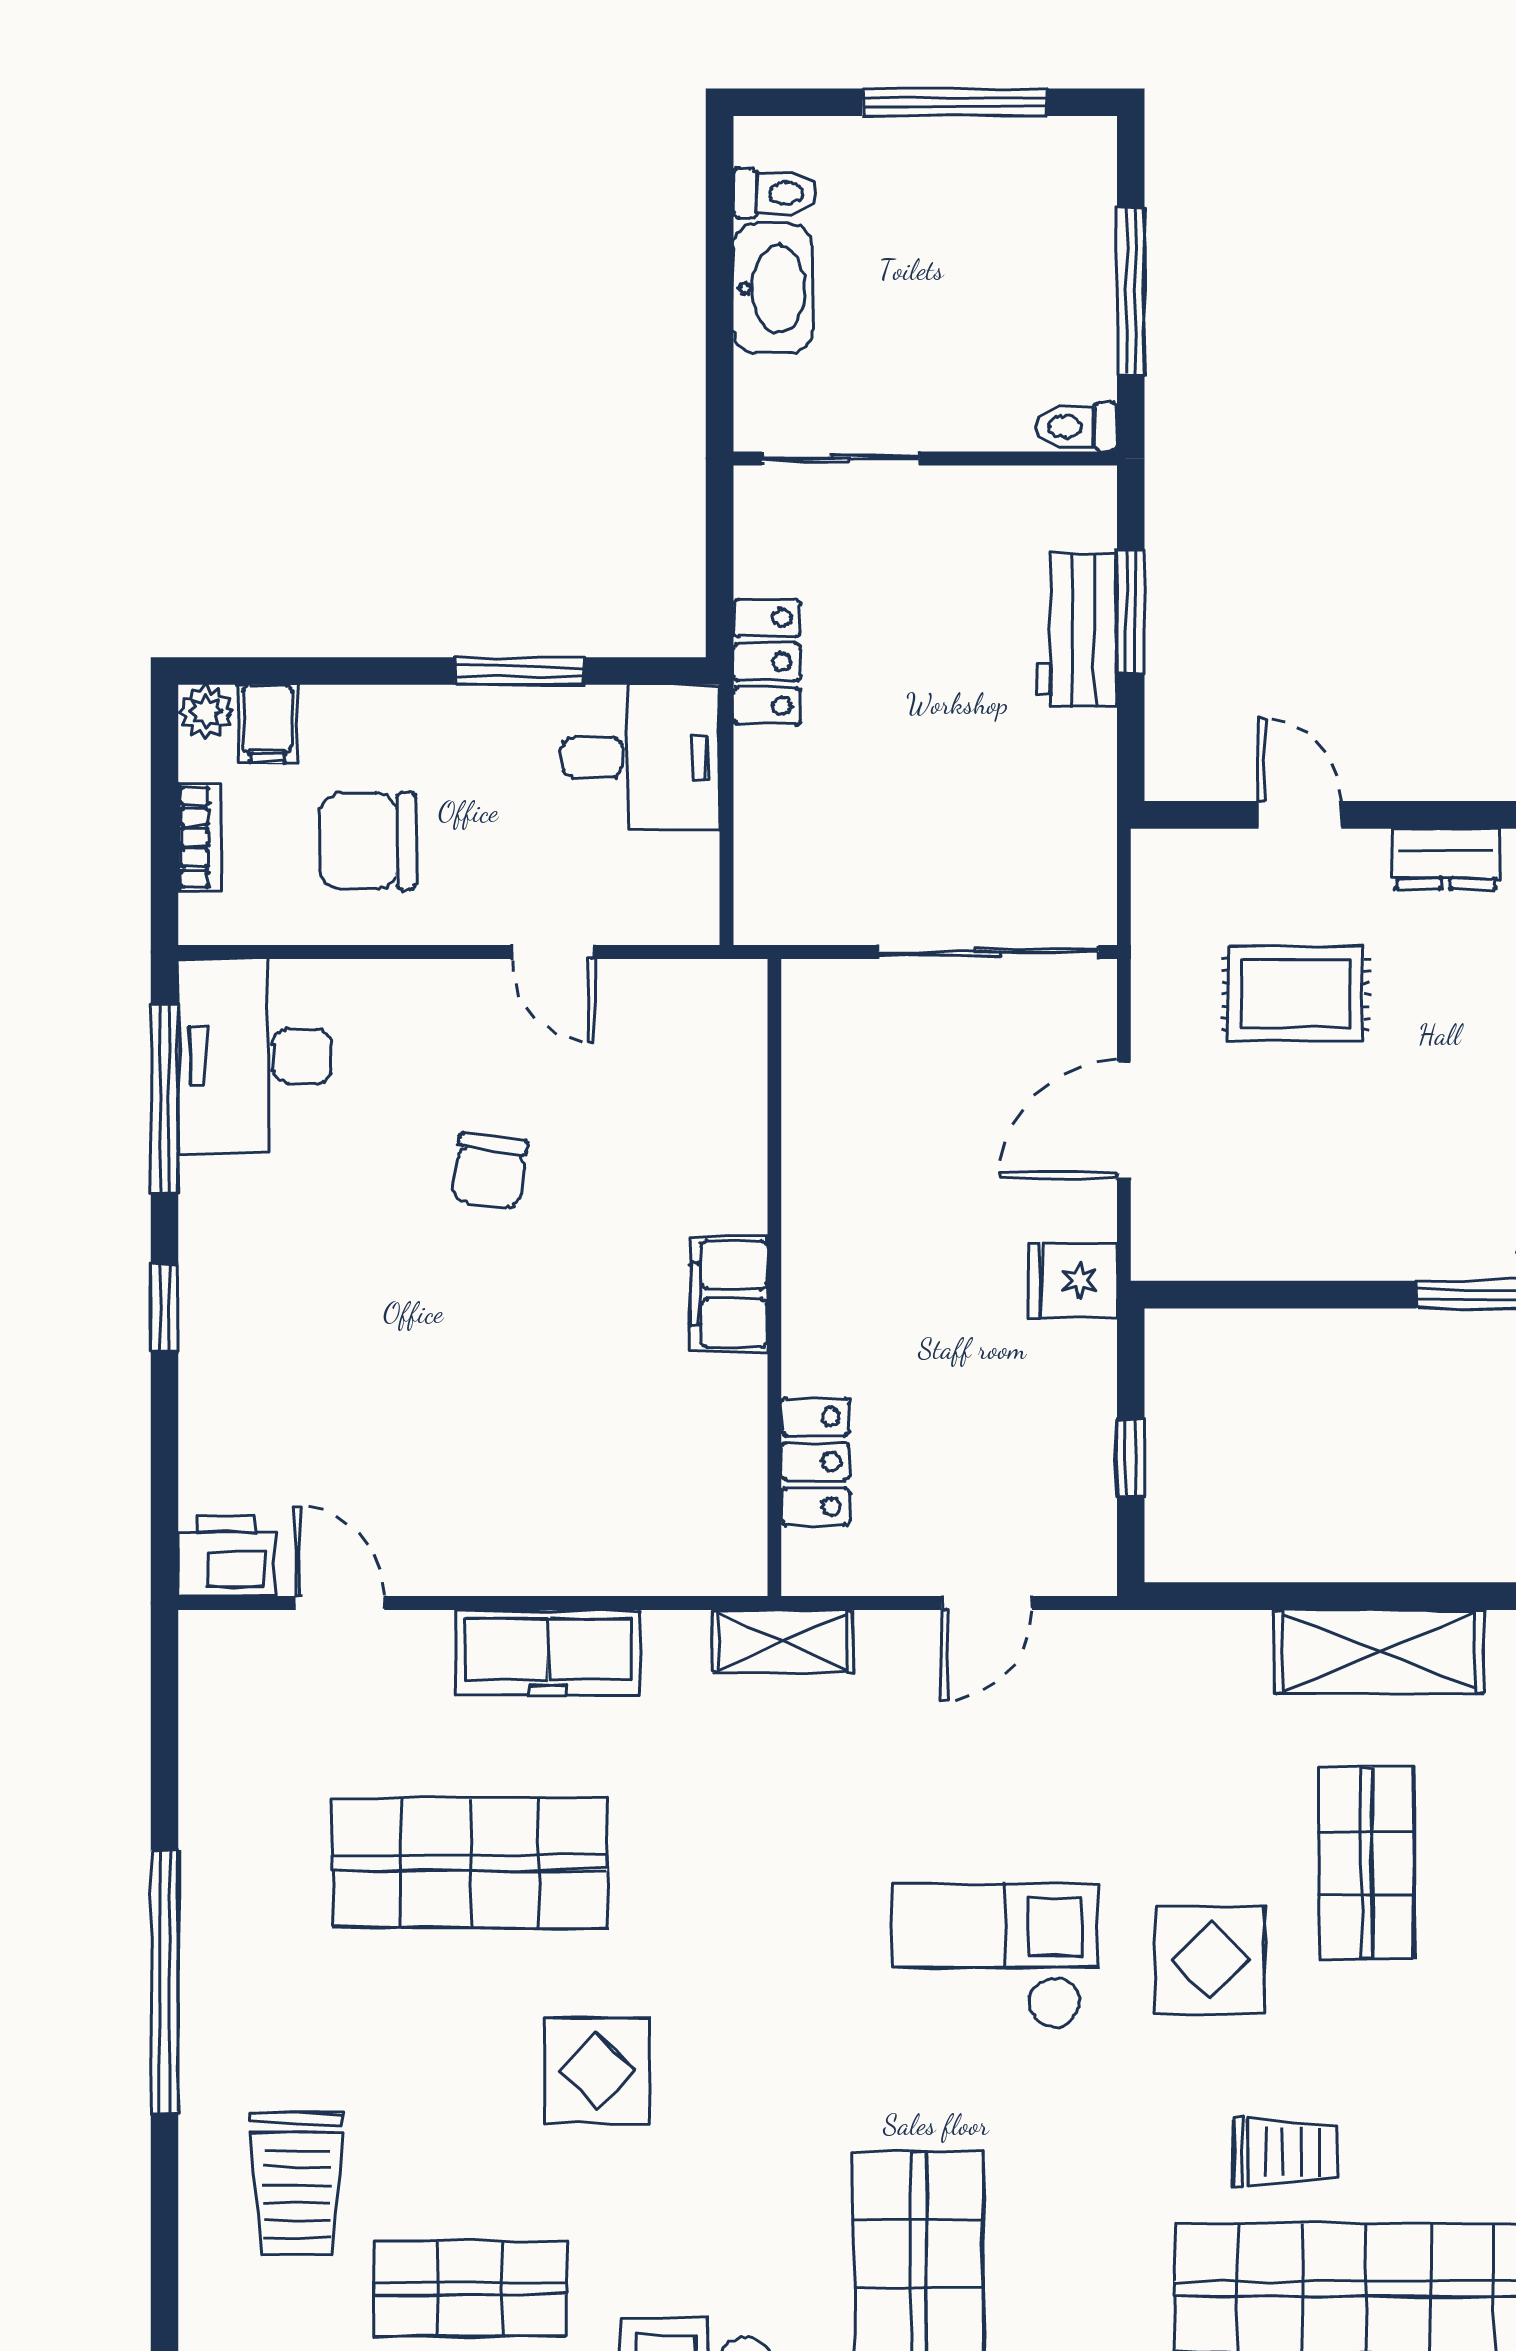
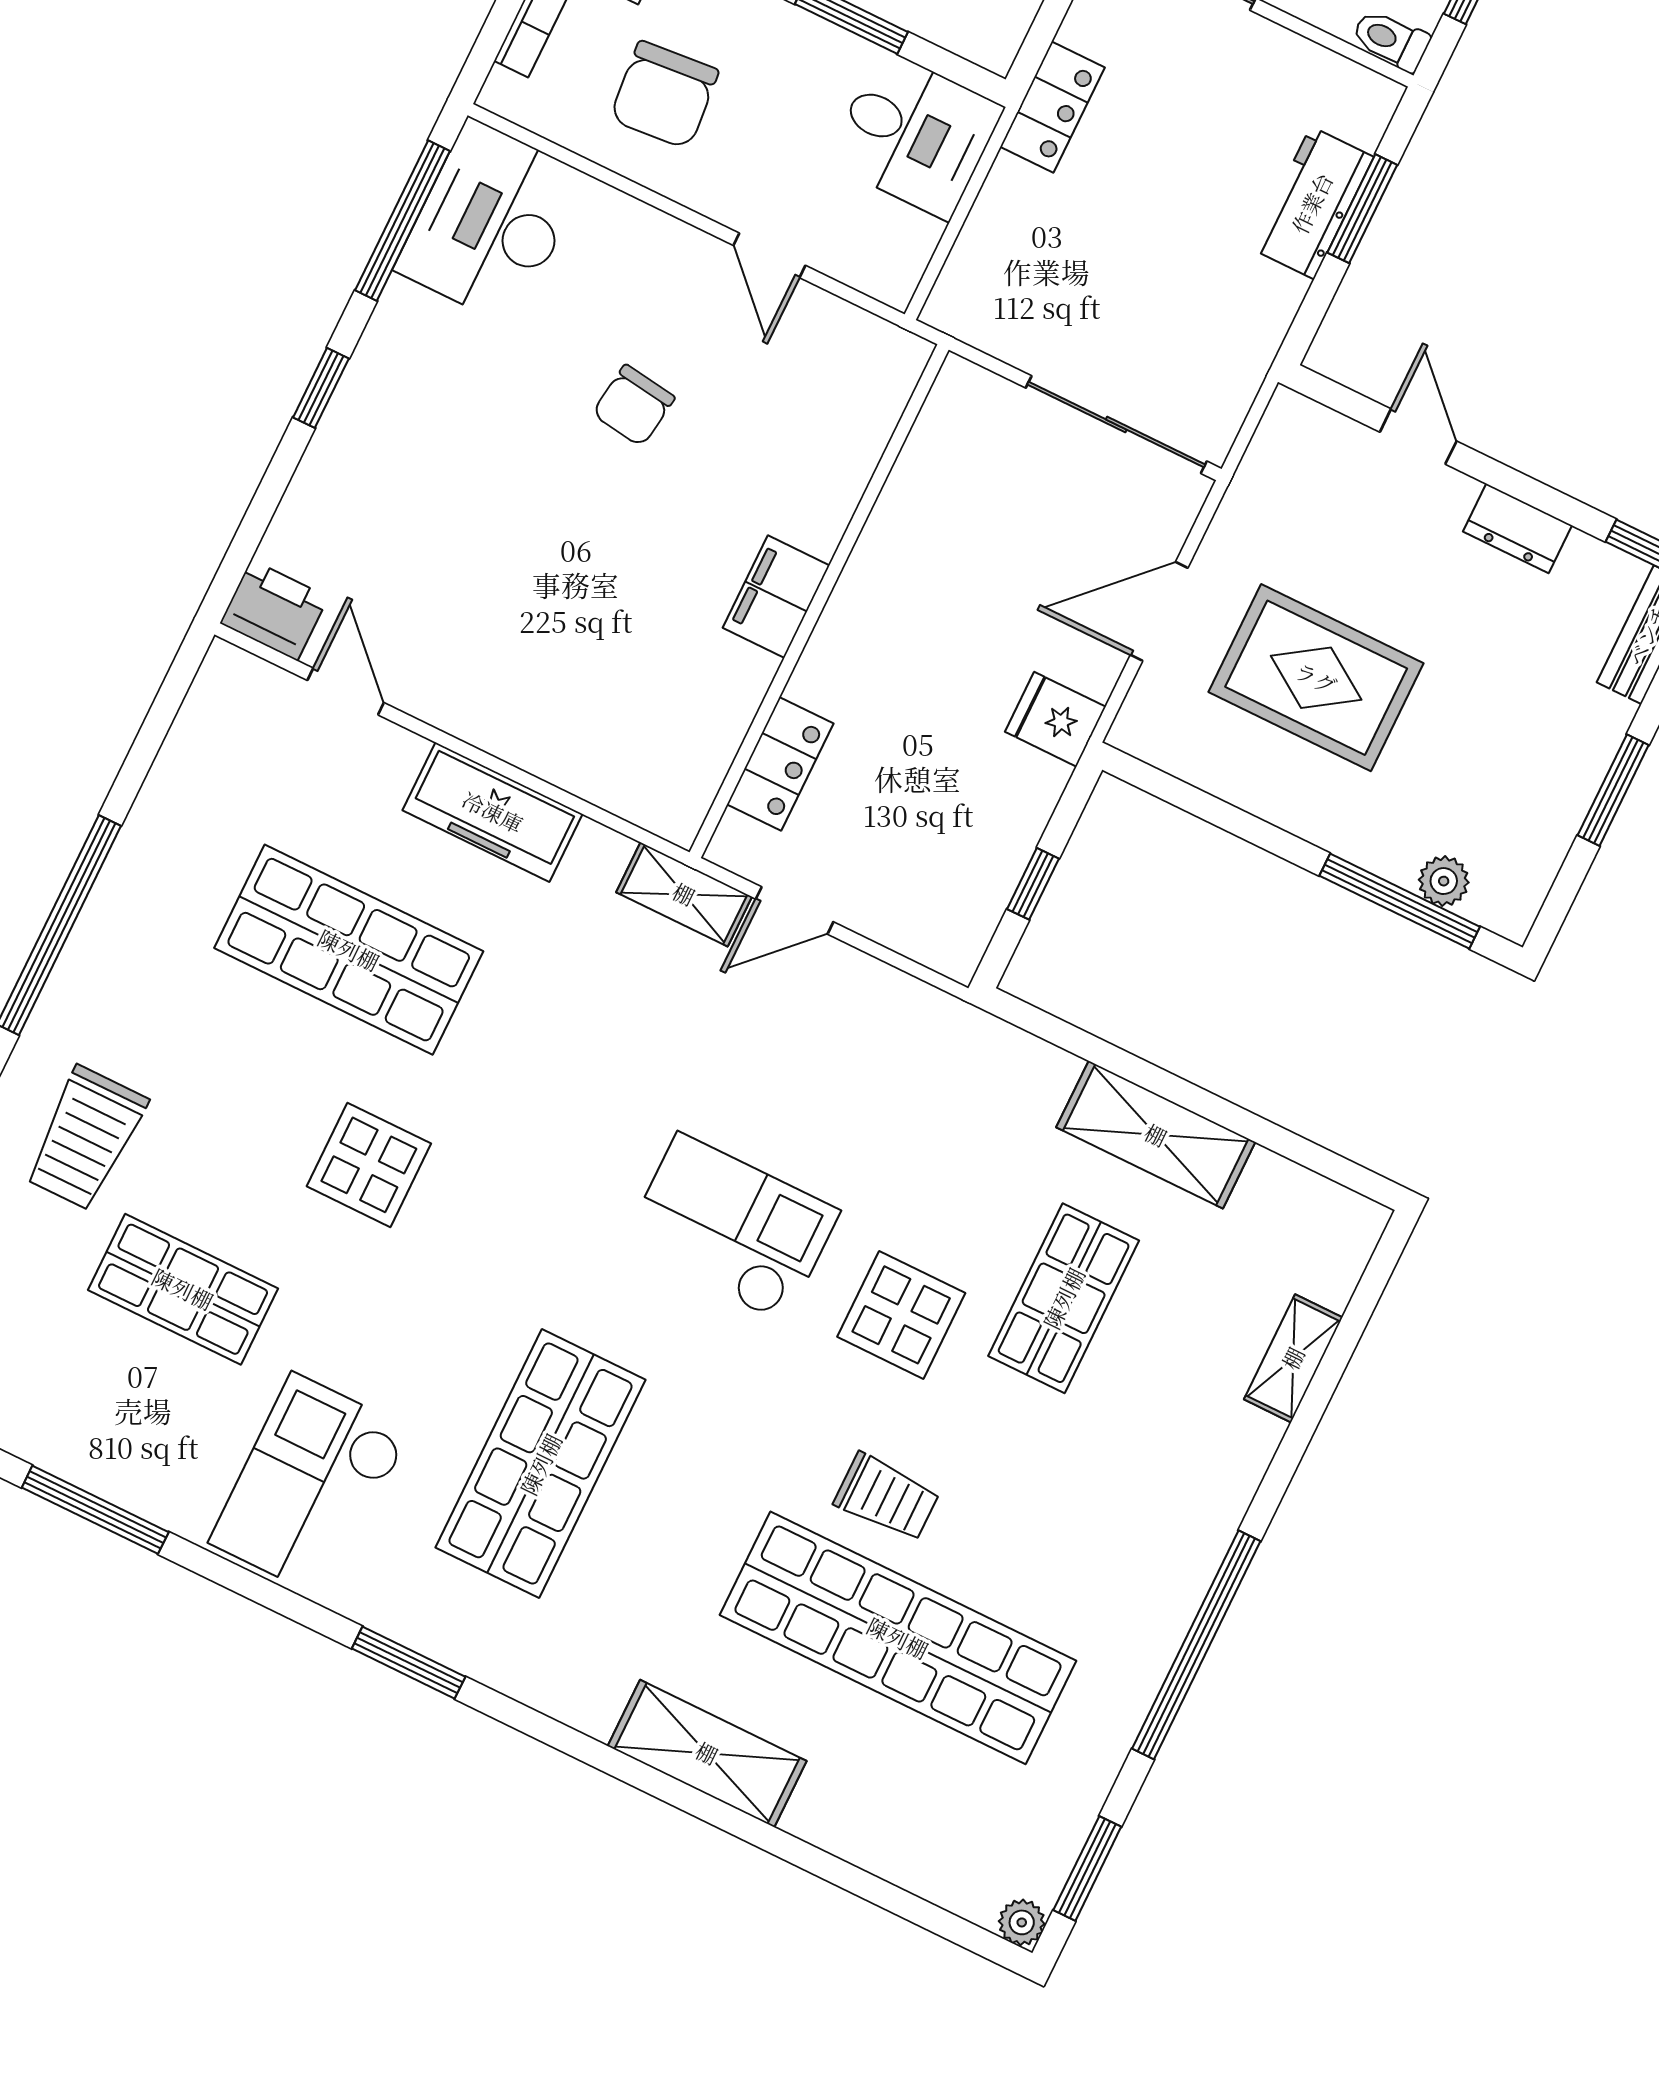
chair: (367, 841) -> (664, 95), turned -95
rug: (1296, 994) -> (1316, 678), moved, width x1.36, depth x1.43
door: (987, 1603) -> (795, 910), moved

